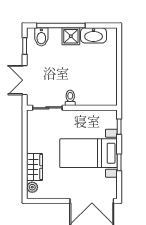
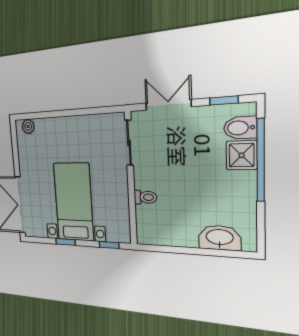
washbasin: (94, 35) -> (220, 238), moved, turned 90
shower: (71, 36) -> (242, 155), moved
toilet: (70, 98) -> (145, 197), moved
wardrobe: (35, 167) -> (52, 128), removed

